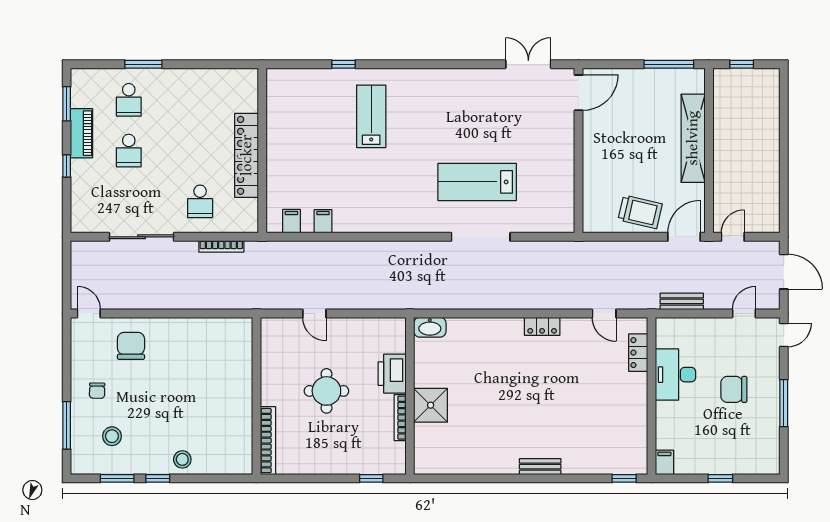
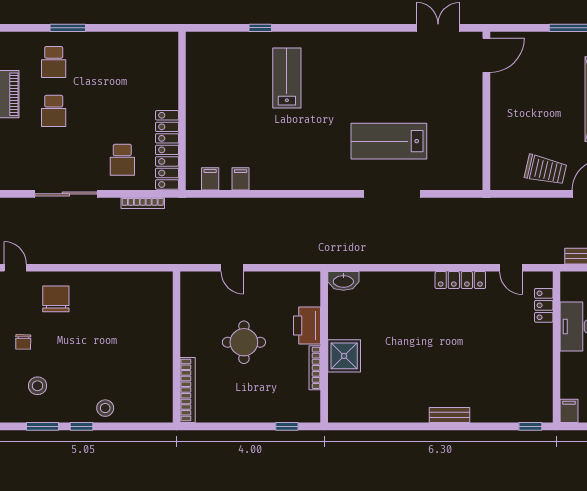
locker: (247, 155) -> (167, 150), moved
locker: (542, 326) -> (460, 280), width x1.53

